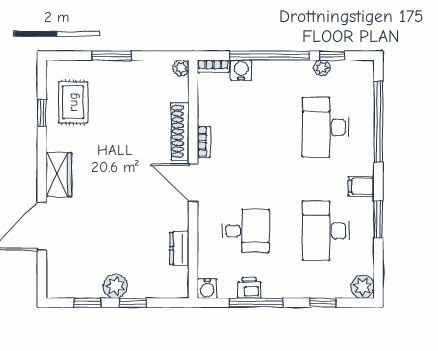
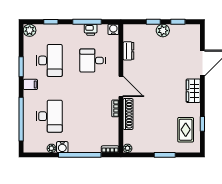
window: (332, 56) -> (46, 155), removed
water cooler: (241, 70) -> (62, 147), moved

